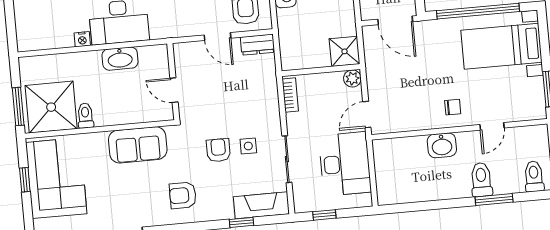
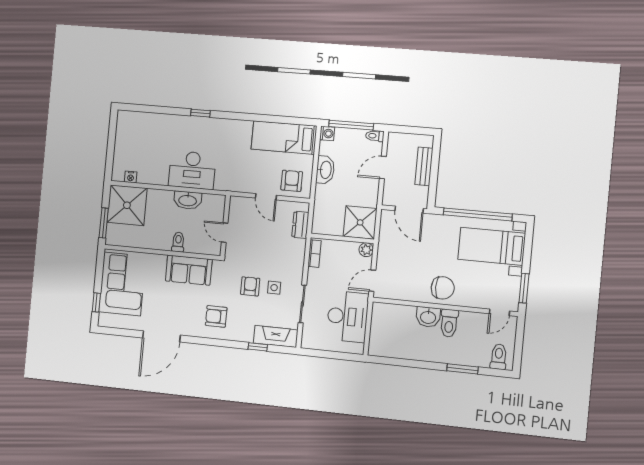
nightstand: (82, 39) -> (131, 177), moved
dresser: (258, 45) -> (300, 225), moved, turned 90
shower: (345, 51) -> (360, 222), width x1.36, depth x1.36
shower: (51, 107) -> (127, 205), moved
chair: (453, 107) -> (443, 288), width x1.87, depth x1.87
toilet: (85, 116) -> (178, 242), moved
door: (492, 126) -> (499, 312), moved
window: (25, 180) -> (96, 302), moved
toilet: (481, 180) -> (449, 323), moved, turned 180
window: (324, 215) -> (324, 354), removed

